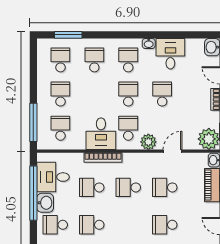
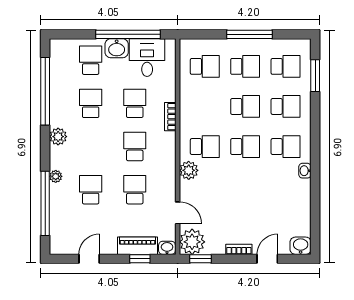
desk: (170, 54) -> (293, 196), removed
school desk: (162, 94) -> (245, 106), moved
window: (33, 122) -> (249, 34), moved
desk: (101, 134) -> (198, 114), removed
door: (173, 151) -> (178, 213), moved
bookcase: (103, 157) -> (170, 117), width x0.64

